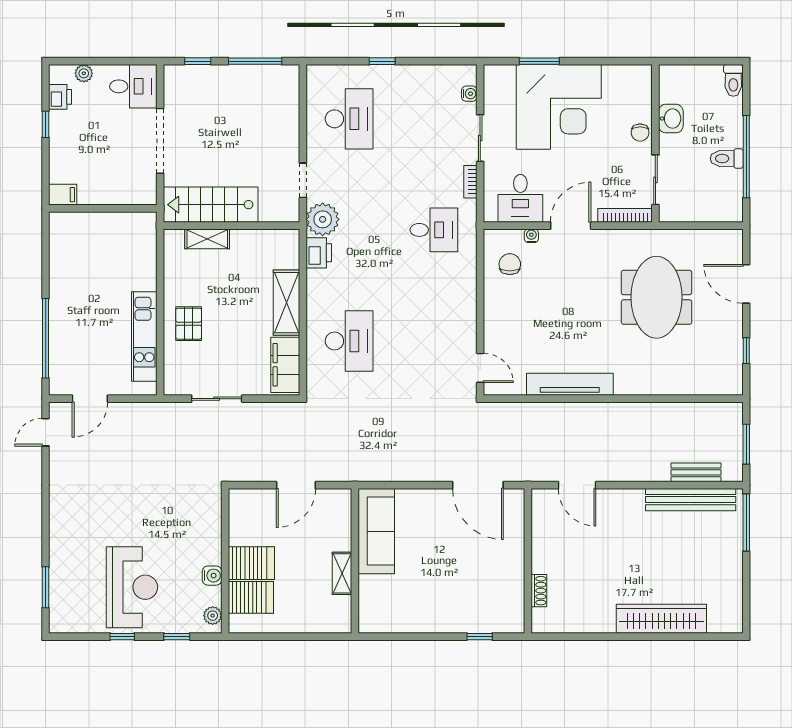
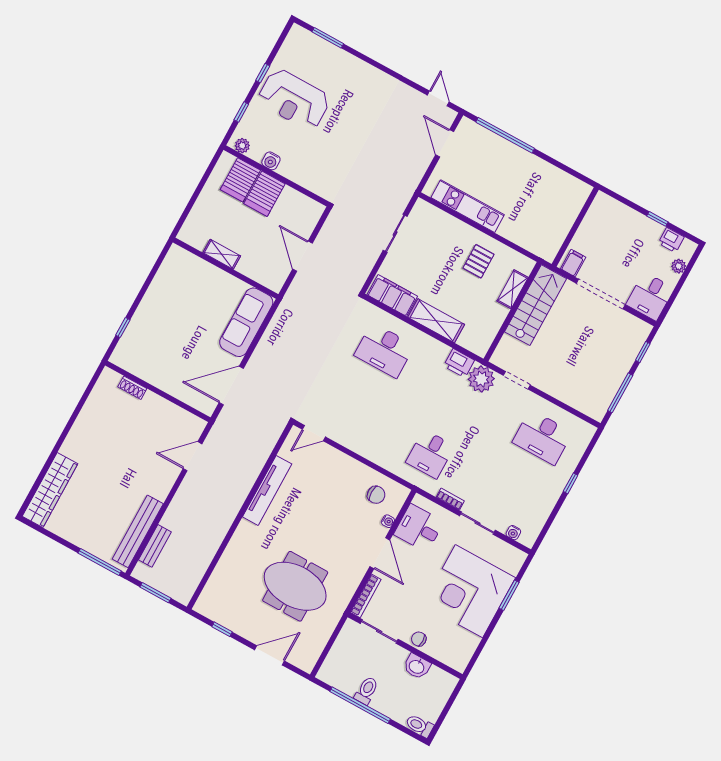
filing cabinet: (63, 195) -> (573, 263), moved, turned 180
pallet: (189, 324) -> (478, 261), moved, turned 90
sofa: (376, 531) -> (246, 322), moved, turned 90
wardrobe: (661, 619) -> (50, 490), moved

